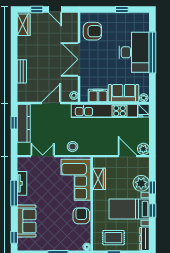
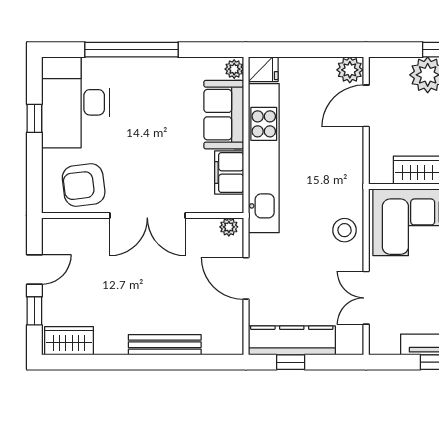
armchair: (92, 31) -> (84, 185), turned -97
desk: (134, 52) -> (76, 102), moved, turned -90
bench: (22, 71) -> (165, 345), width x1.36

